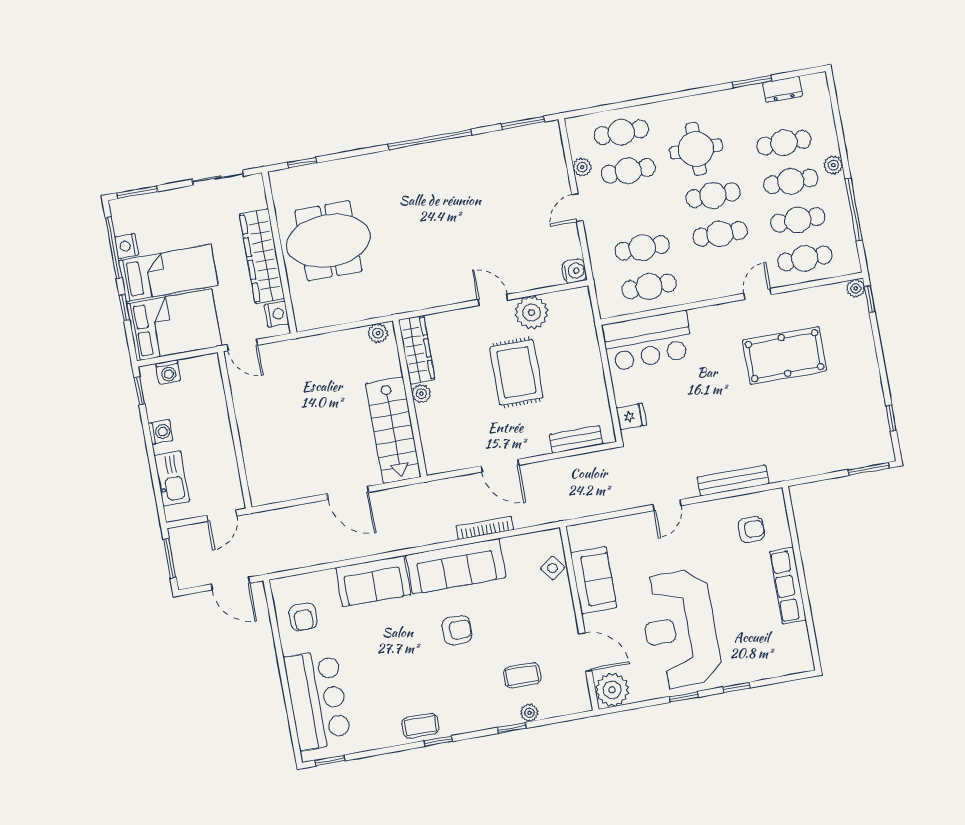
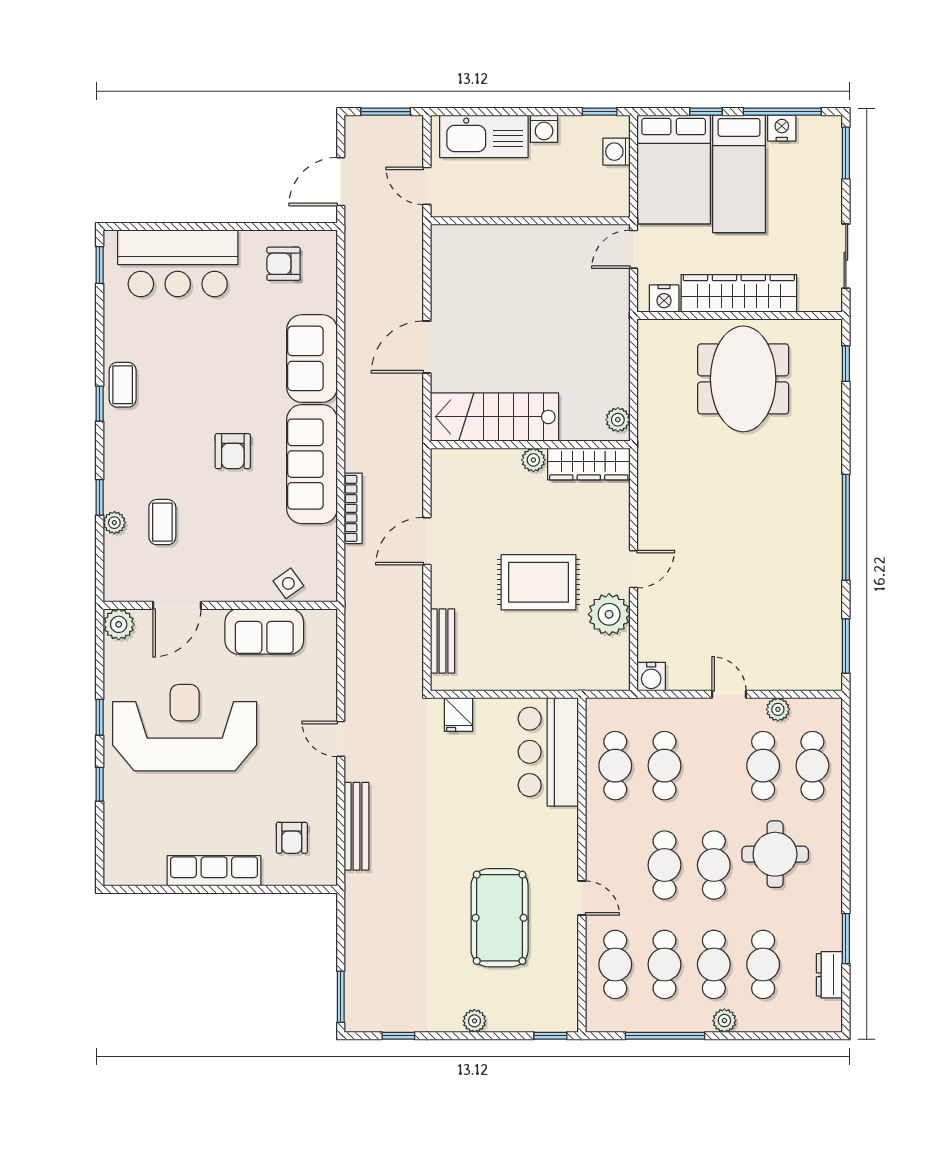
plant: (856, 288) -> (474, 1021), moved
kitchen sink: (172, 479) -> (484, 136), width x1.36, depth x1.24
plant: (612, 690) -> (119, 624), width x0.73, depth x0.73

